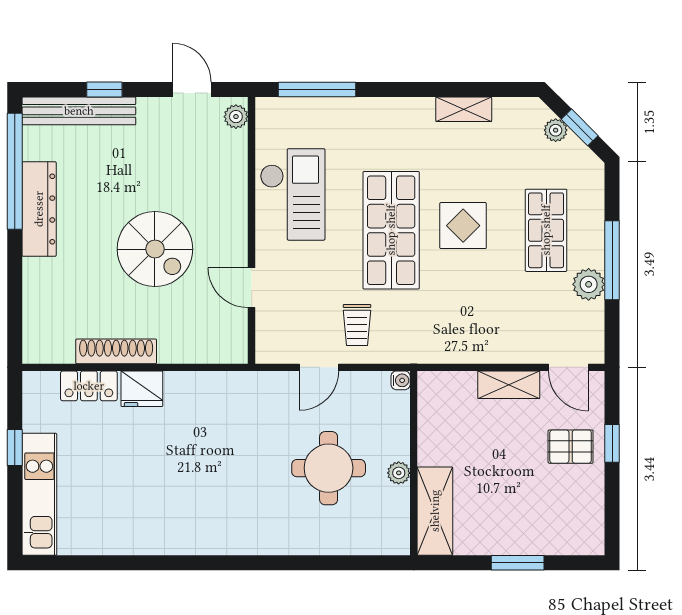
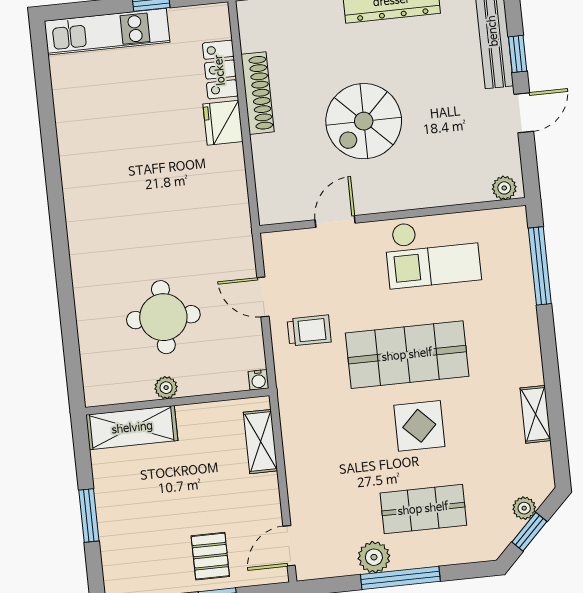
door: (192, 89) -> (524, 113), moved
trolley: (357, 325) -> (309, 331), turned 180
shelving: (509, 385) -> (261, 442), moved

